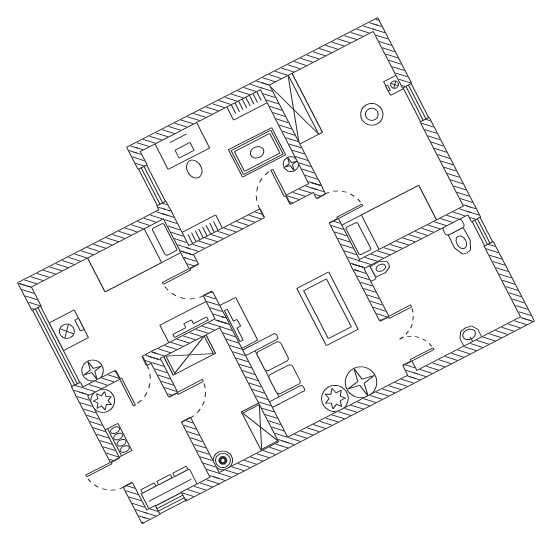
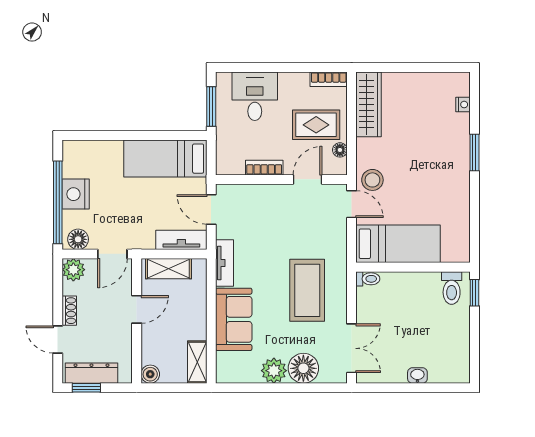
nightstand: (394, 85) -> (463, 105), moved
stool: (372, 114) -> (372, 180), moved
bookcase: (202, 231) -> (264, 168), moved

